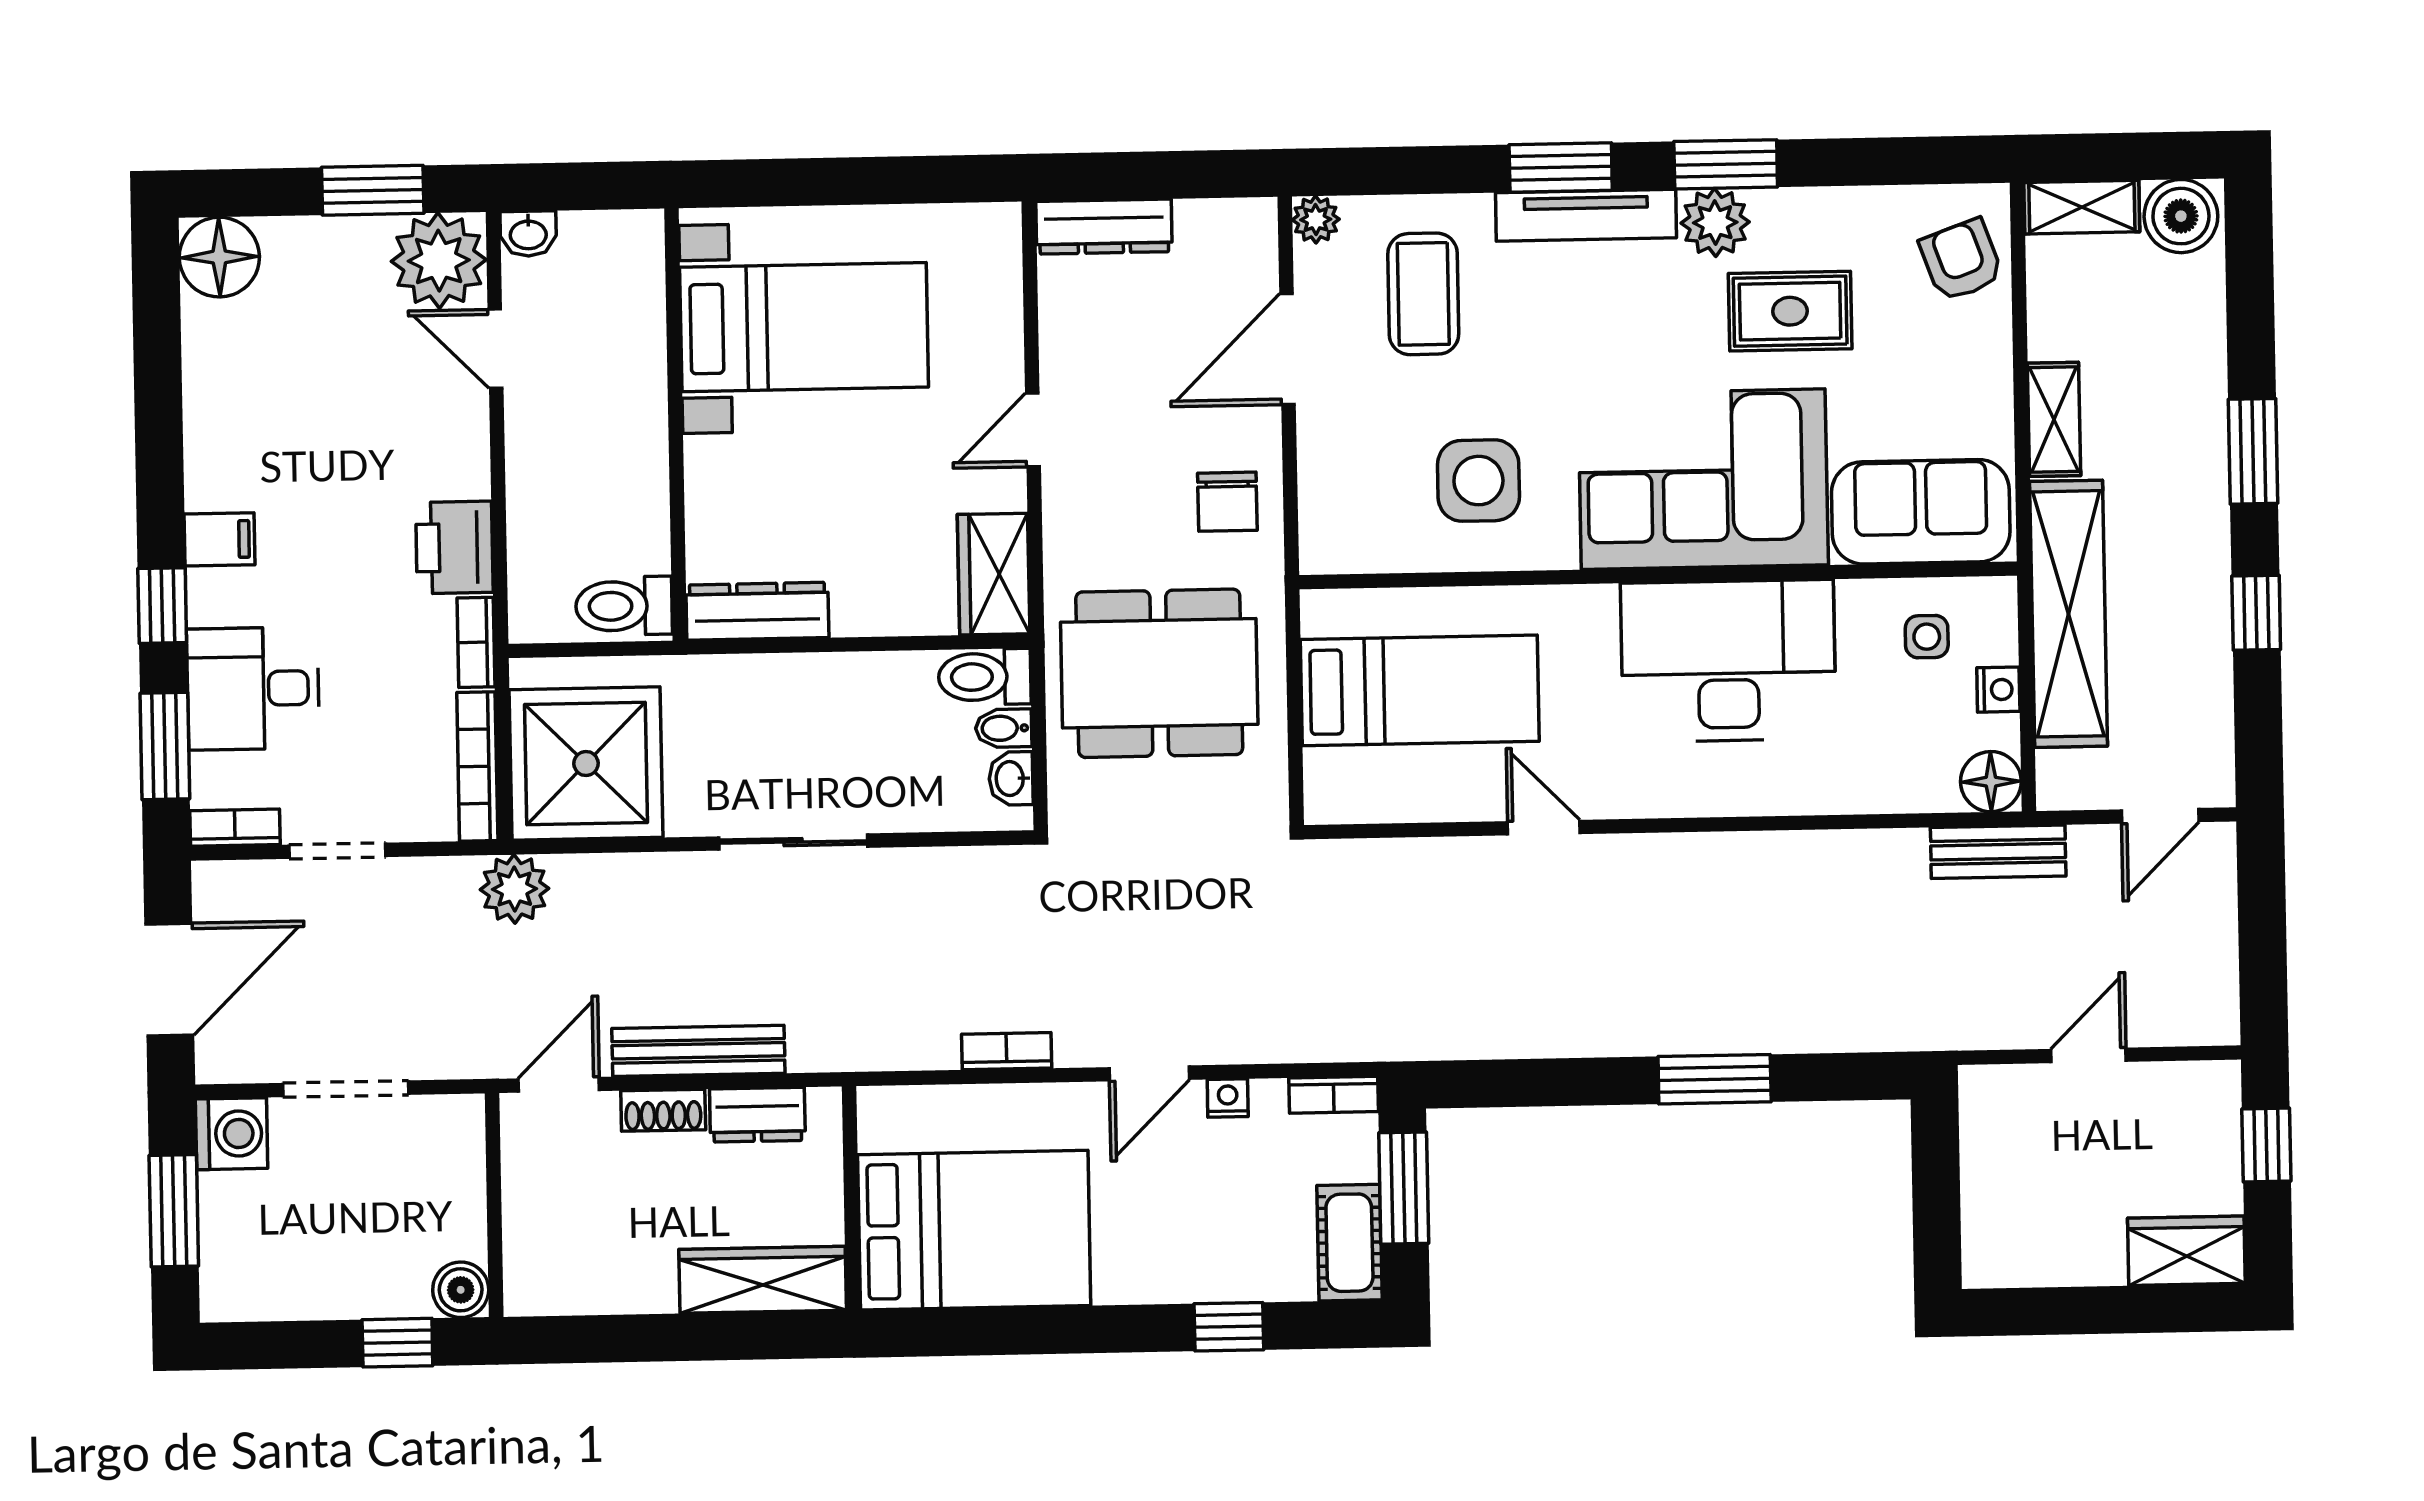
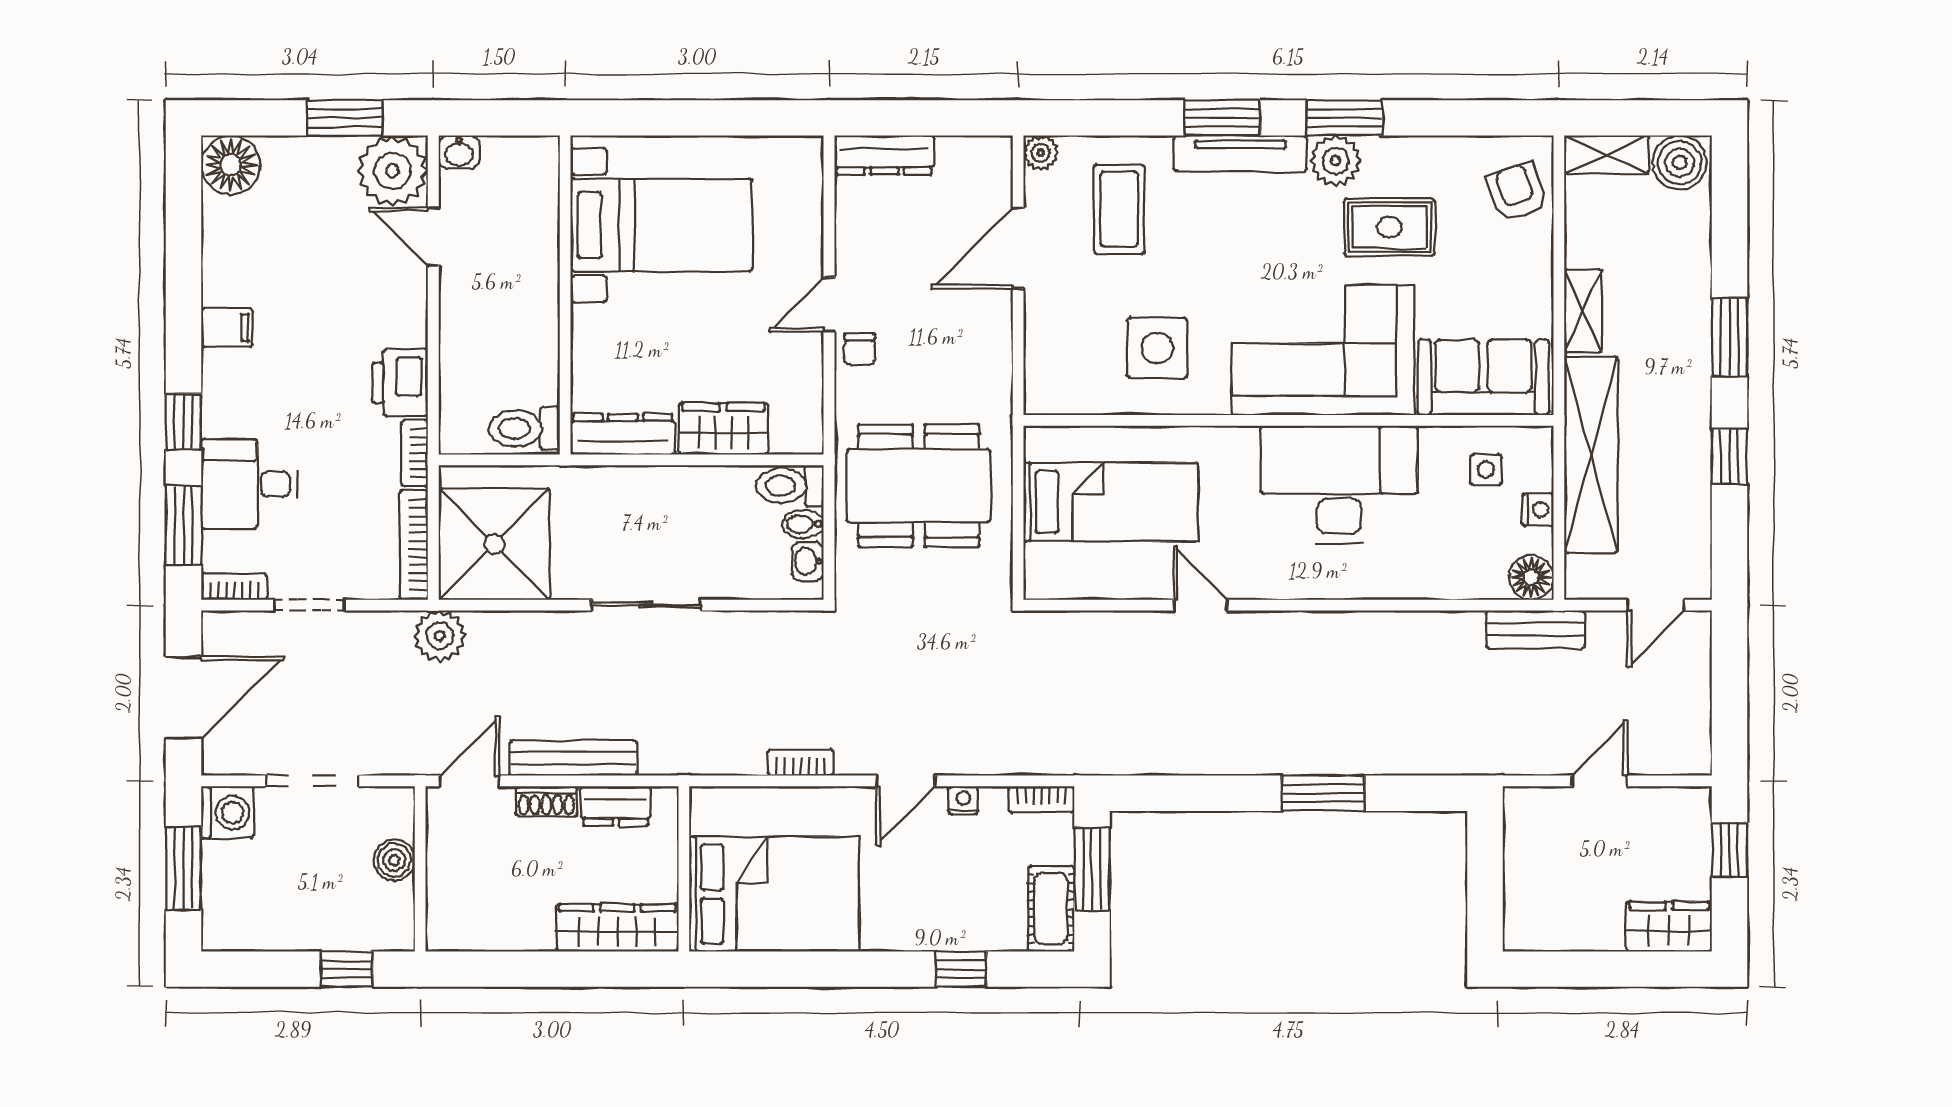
chair: (1227, 502) -> (860, 349), moved, width x0.73, depth x0.73
filing cabinet: (220, 539) -> (227, 328), moved
wardrobe: (994, 574) -> (723, 429), moved, turned 90
boiler: (461, 1290) -> (394, 860), moved

